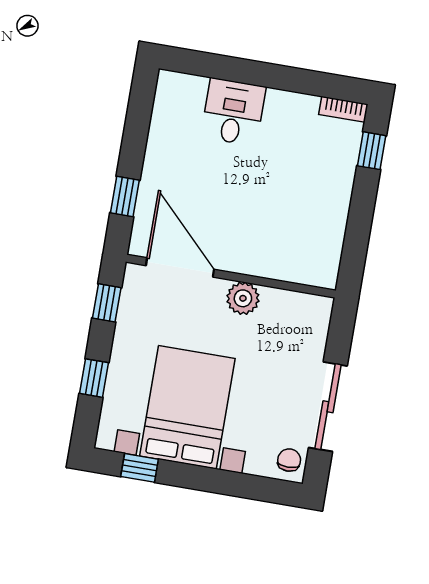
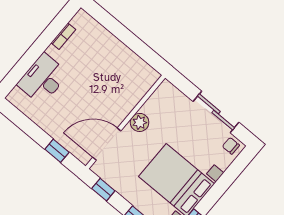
bookcase: (343, 109) -> (63, 36), moved
desk: (233, 112) -> (43, 79), width x1.37
window: (372, 151) -> (105, 18), removed

